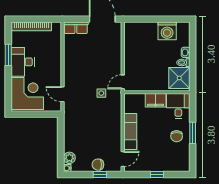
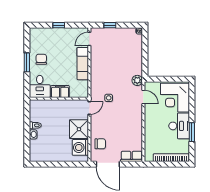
washing machine: (167, 31) -> (80, 147), moved, turned -90
shower: (179, 78) -> (79, 129), moved
plant: (69, 158) -> (137, 80), moved
chair: (98, 165) -> (100, 144), moved

